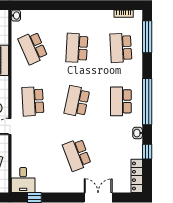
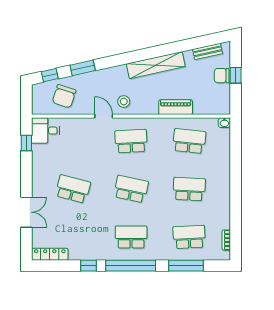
window: (147, 37) -> (186, 266), moved
school desk: (33, 48) -> (189, 141), turned 30
washbasin: (138, 133) -> (96, 255), removed
window: (147, 152) -> (88, 266), moved
school desk: (77, 155) -> (73, 189), turned 36

